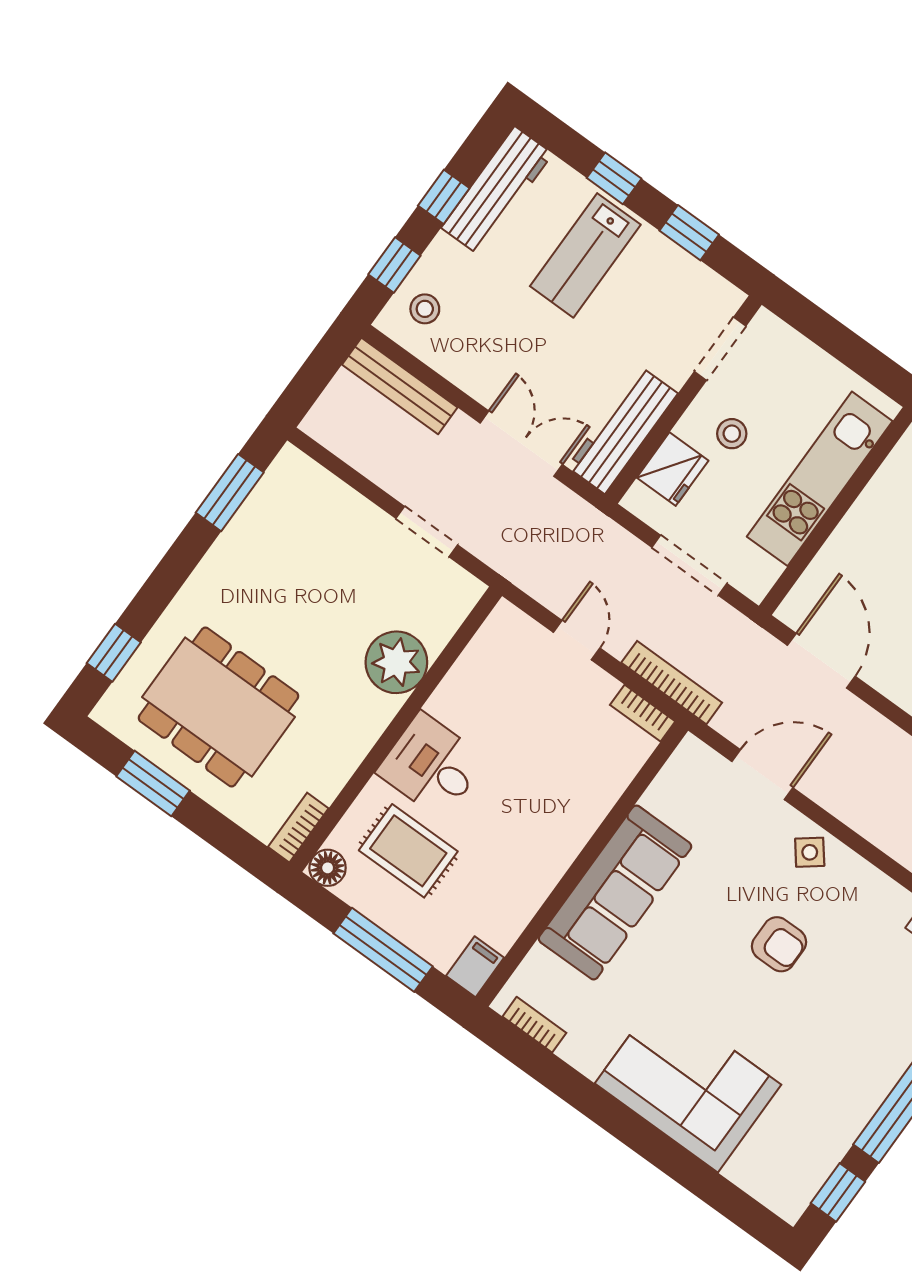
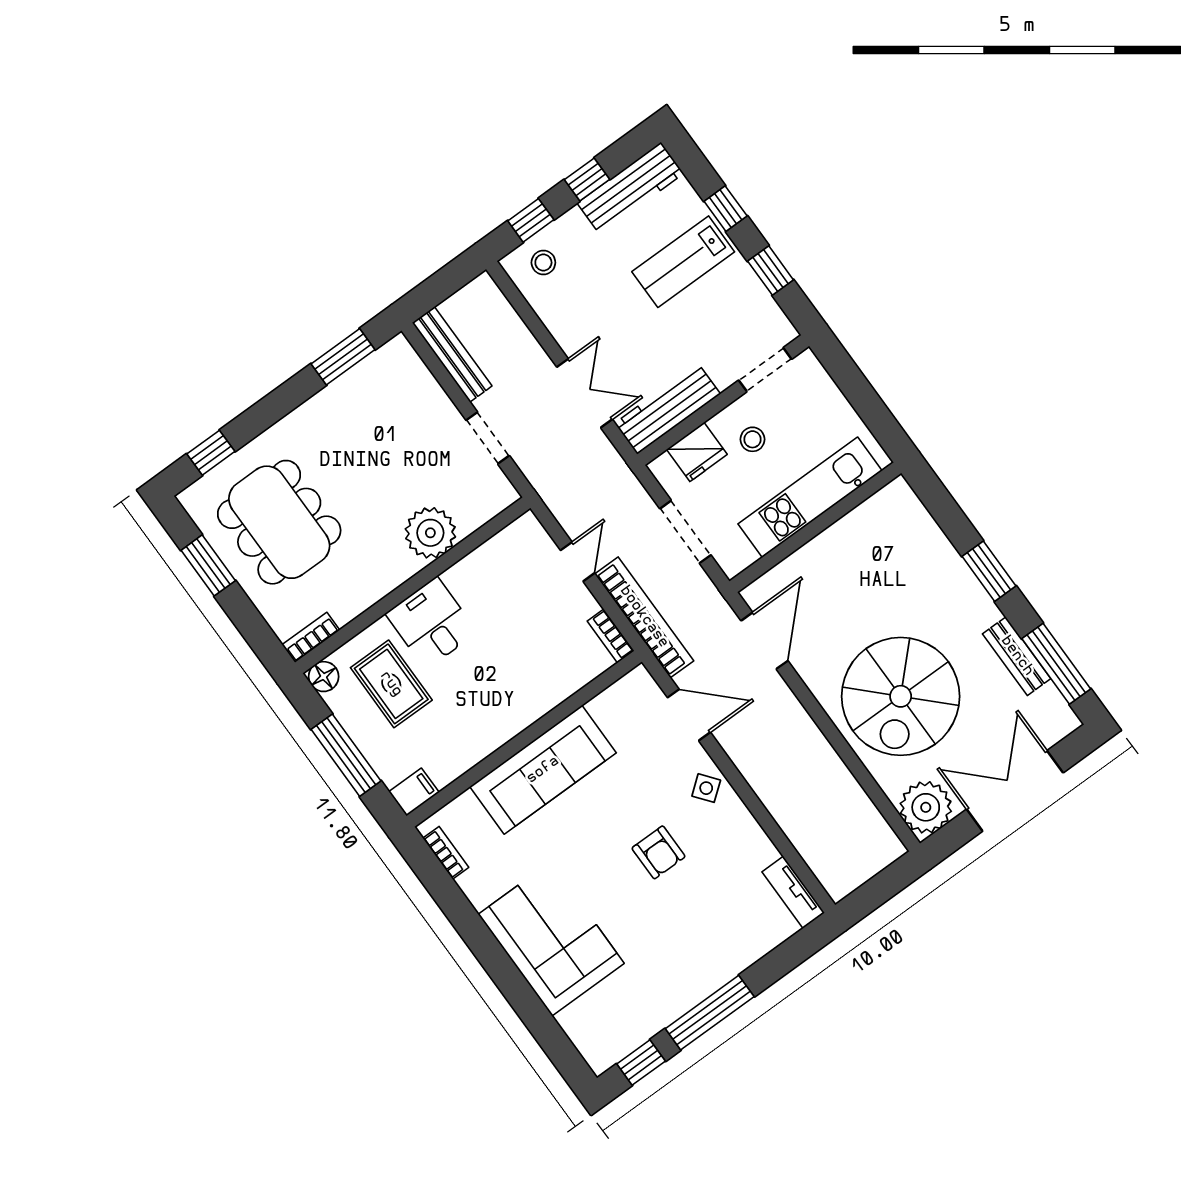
bench: (400, 386) -> (452, 354), moved
bookcase: (672, 683) -> (644, 617), width x1.48, depth x1.31

